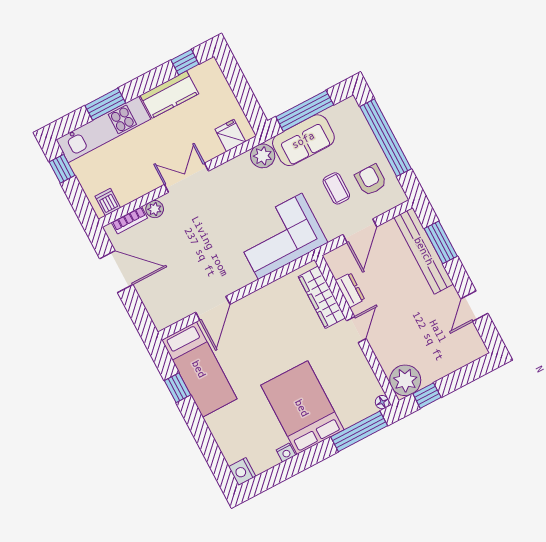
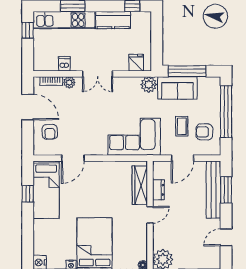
double door: (187, 178) -> (98, 74), swing flipped
armchair: (371, 180) -> (204, 132), turned -90
dishwasher: (108, 202) -> (64, 64), moved
armchair: (163, 289) -> (50, 132), added

